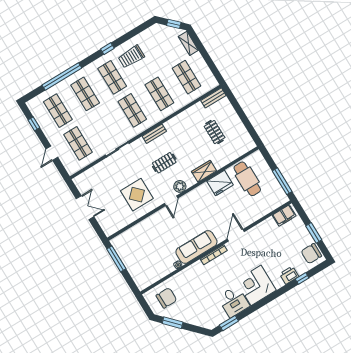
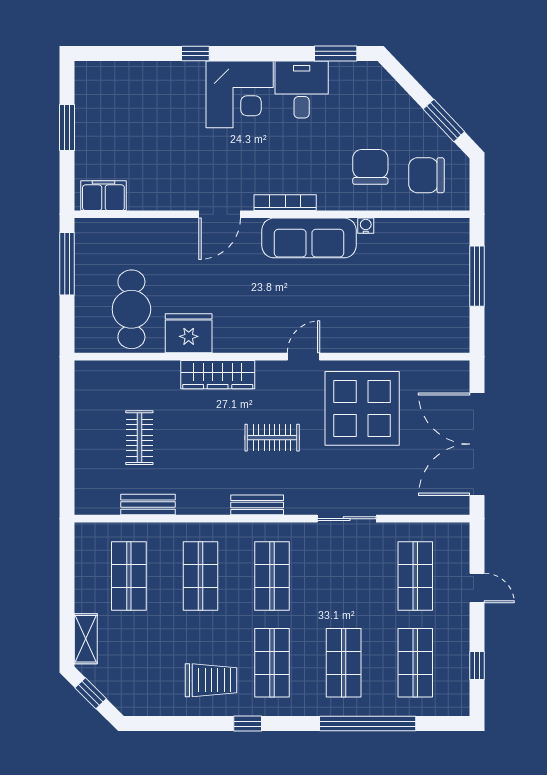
bench: (213, 98) -> (148, 505), moved
door: (52, 153) -> (477, 588), hinge flipped
wardrobe: (204, 171) -> (218, 375), width x1.50
plant: (180, 186) -> (270, 374), removed
display table: (137, 195) -> (362, 408), width x1.36, depth x1.36
double door: (85, 208) -> (477, 444), width x1.87
chair: (311, 254) -> (370, 167), moved, turned -90
window: (116, 259) -> (477, 276), moved
printer: (289, 275) -> (164, 75), removed
window: (302, 278) -> (195, 54), moved

